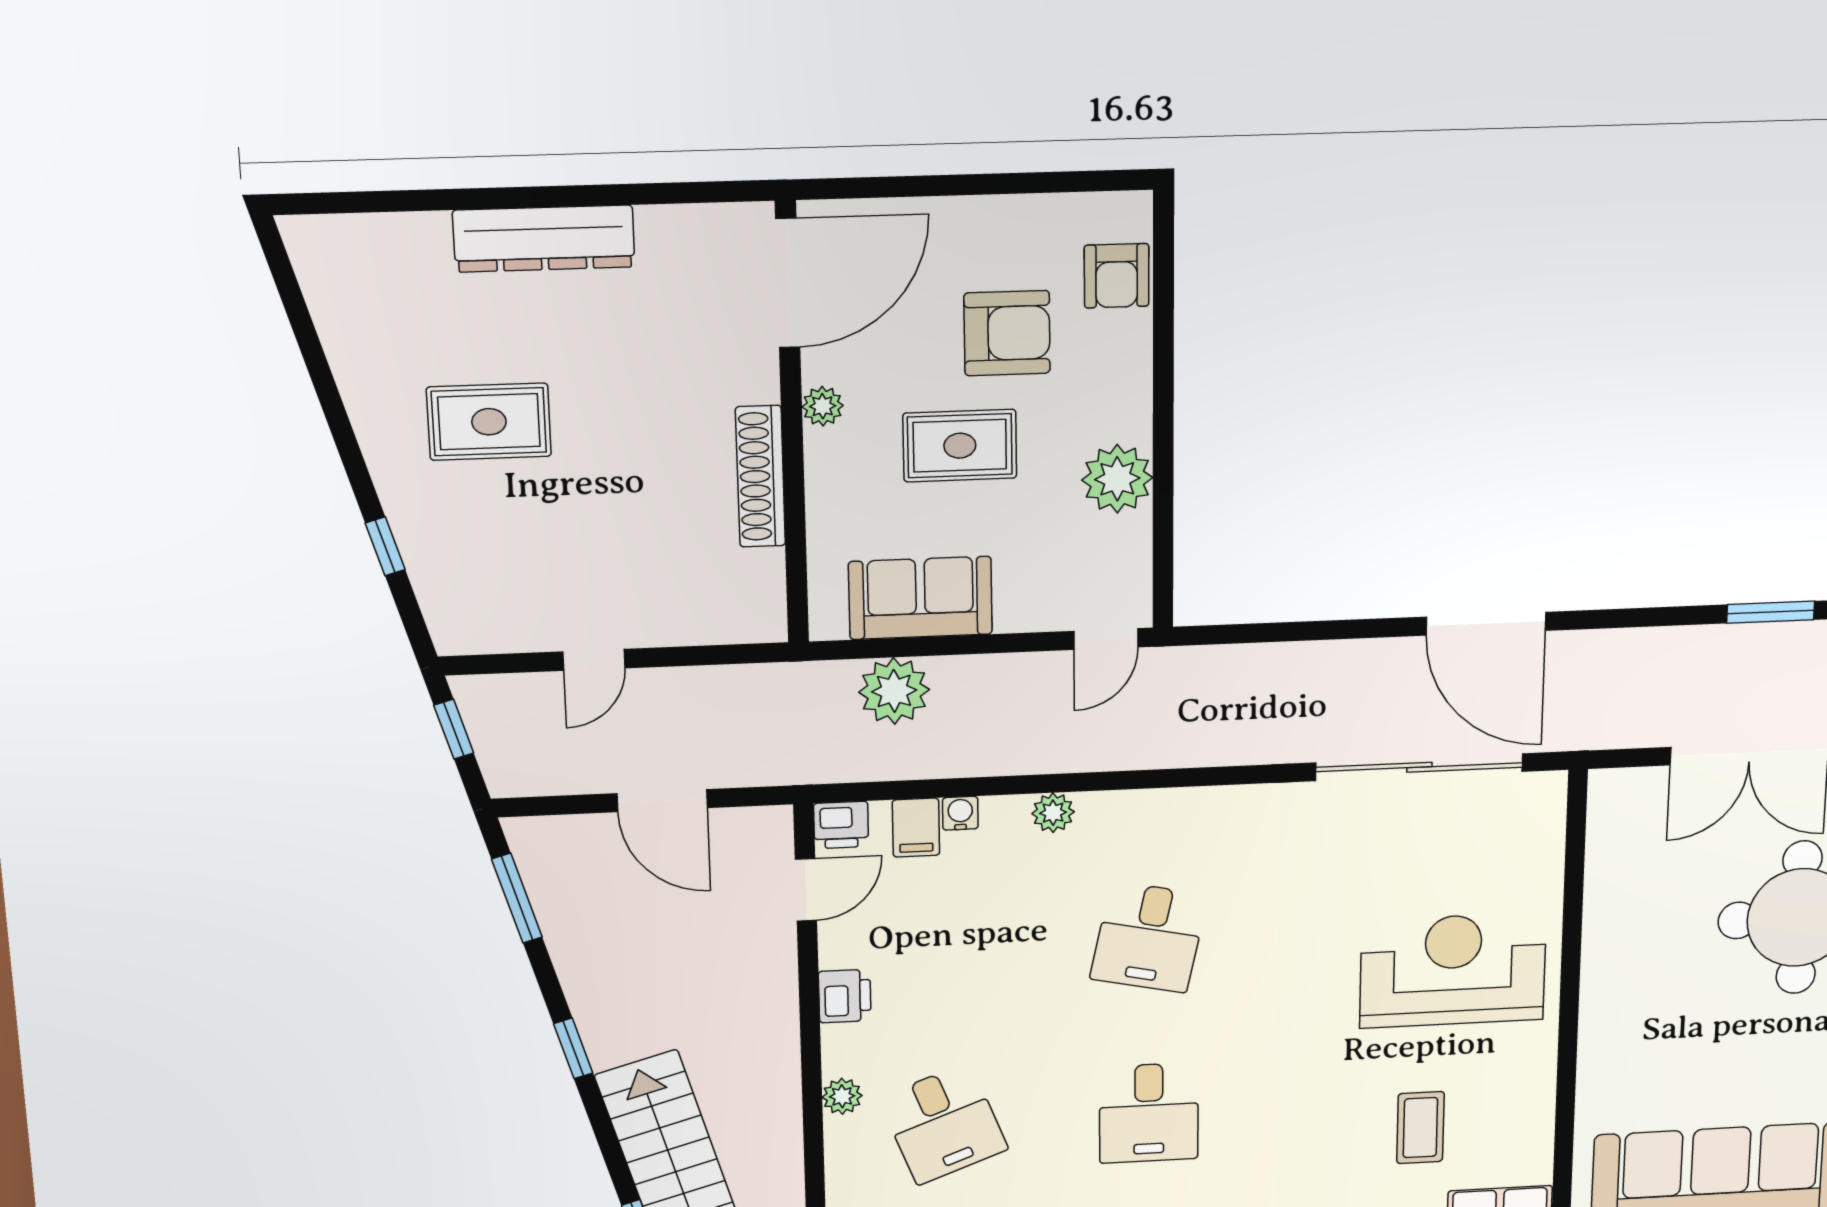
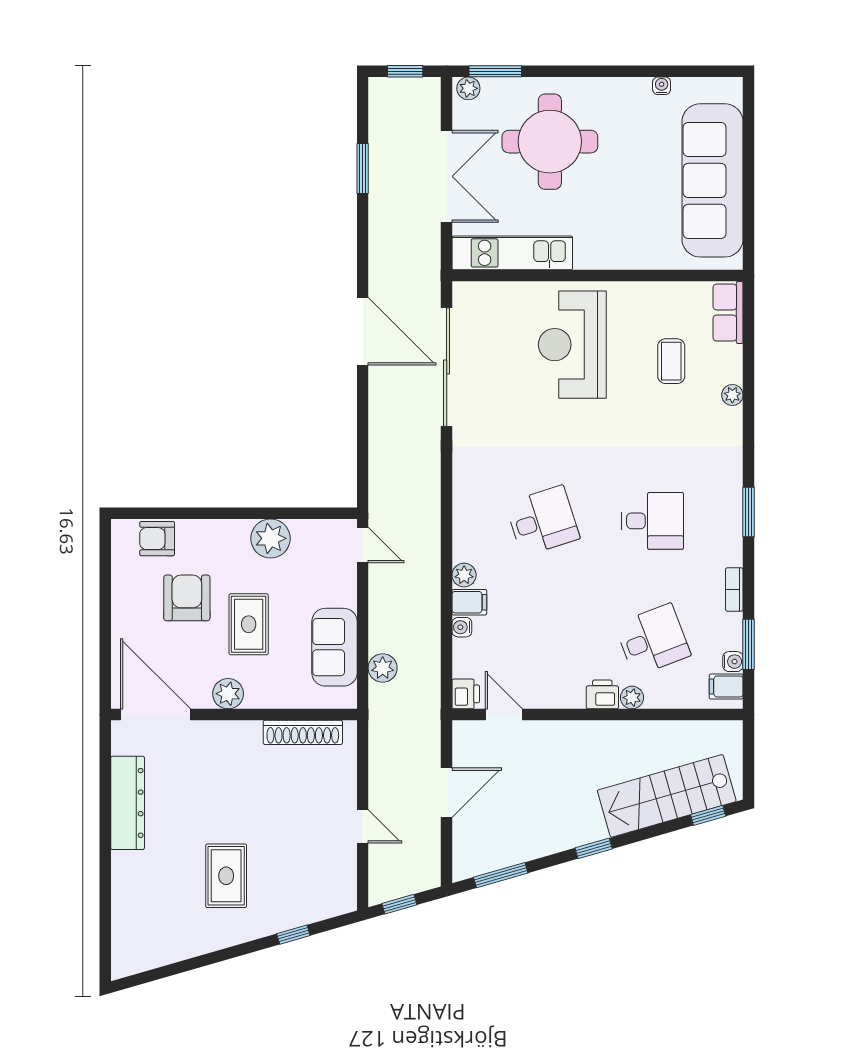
dresser: (544, 239) -> (128, 803), moved
armchair: (1117, 276) -> (157, 539), turned 180
plant: (823, 406) -> (228, 694), width x1.38, depth x1.38
shoe rack: (760, 476) -> (303, 732), moved
door: (1486, 624) -> (363, 331), hinge flipped
plant: (894, 691) -> (383, 668), width x0.73, depth x0.73
filing cabinet: (916, 828) -> (469, 602), moved
kitchen unit: (1613, 866) -> (512, 253), added
desk: (1149, 937) -> (542, 521), turned -30
printer: (845, 996) -> (602, 694), moved
coffee table: (1420, 1128) -> (671, 361), turned 90

